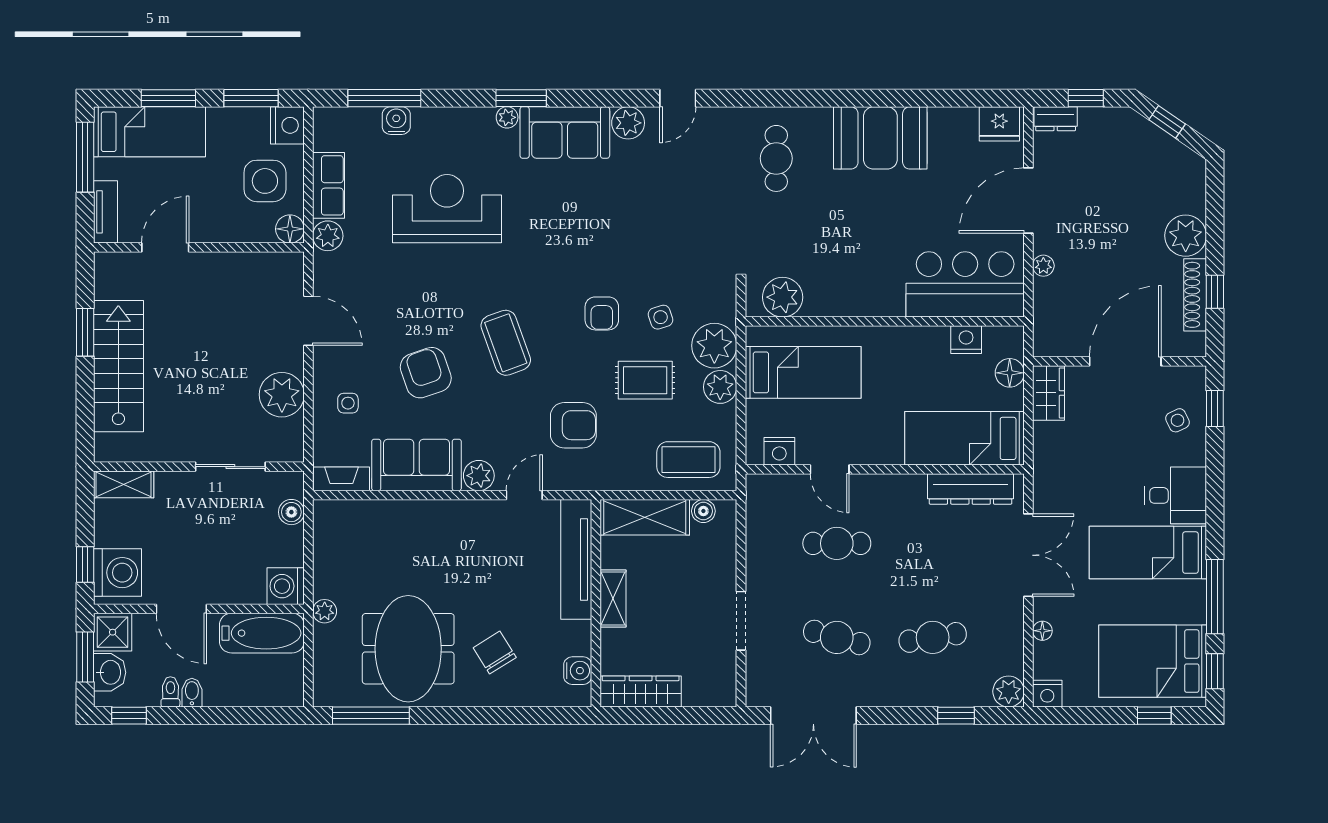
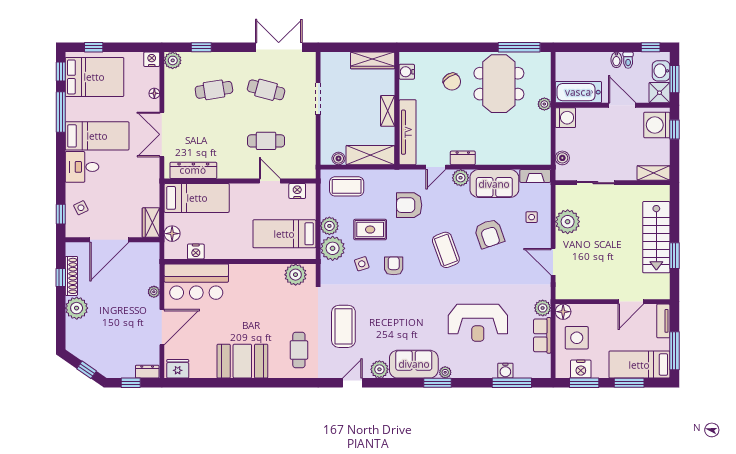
nightstand: (287, 125) -> (581, 369), moved, turned -90
coffee table: (694, 202) -> (343, 326), added
dresser: (475, 512) -> (463, 158), added

